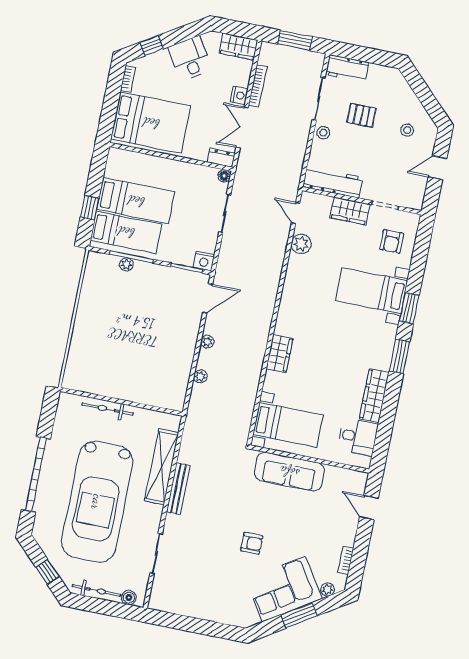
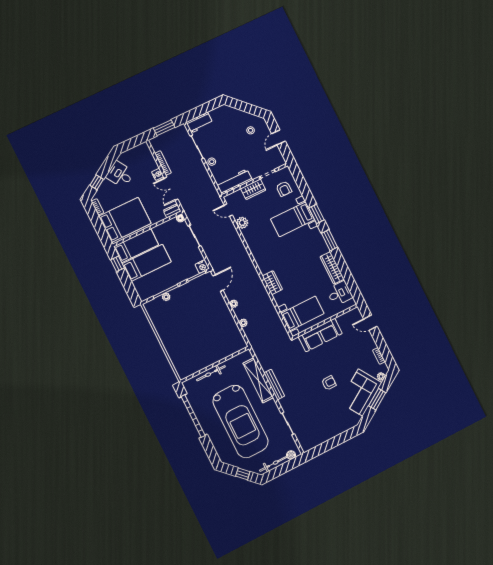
wardrobe: (238, 47) -> (139, 151), removed
pallet: (362, 115) -> (224, 140), removed
window: (90, 208) -> (117, 264), moved
bed: (126, 232) -> (136, 246), moved
garage door: (36, 474) -> (193, 416), moved

